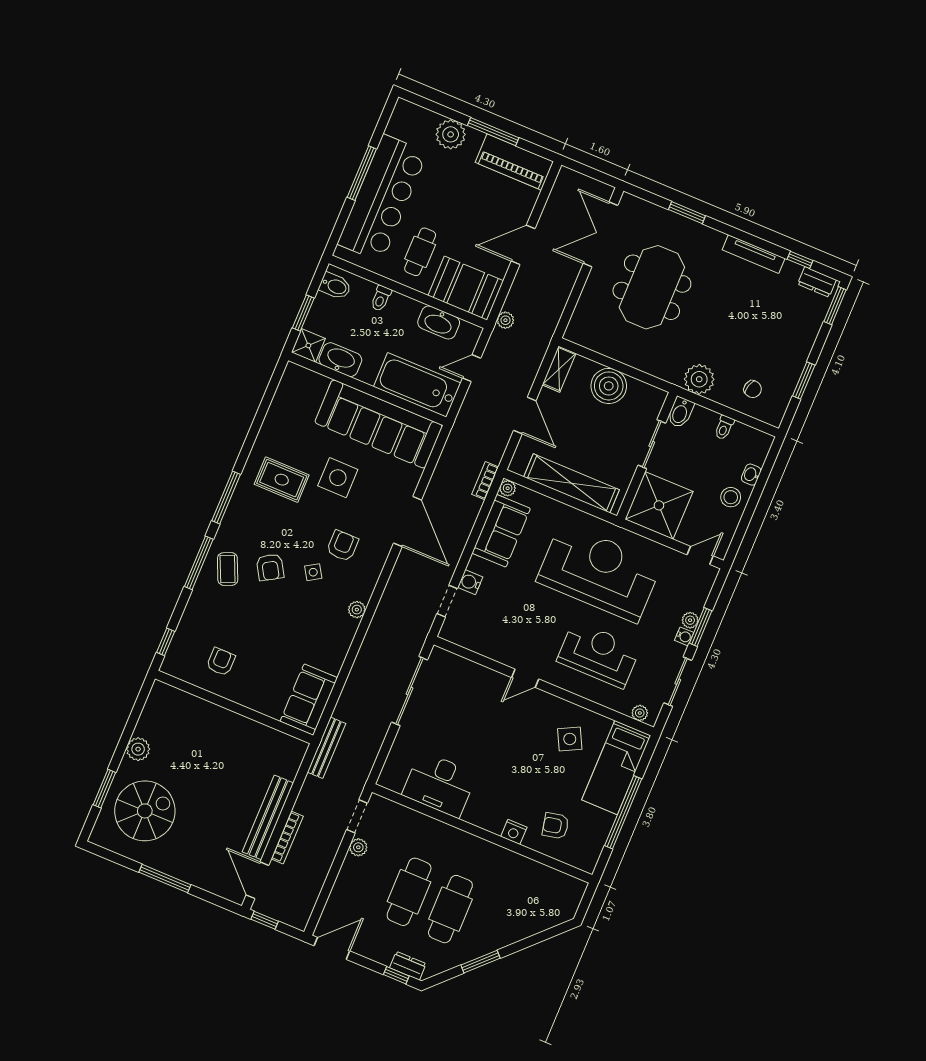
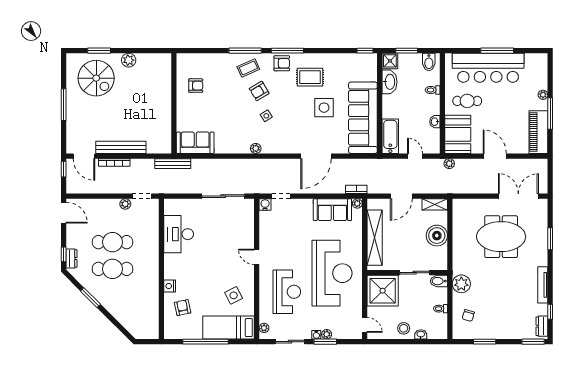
plant: (451, 134) -> (543, 95), width x0.53, depth x0.53
washbasin: (439, 323) -> (435, 122), width x0.52, depth x0.69
bathtub: (417, 385) -> (390, 136), width x0.73, depth x0.73
rug: (282, 480) -> (310, 77), turned 90
armchair: (342, 546) -> (282, 63), moved
water cooler: (470, 582) -> (265, 204), moved
window: (166, 642) -> (365, 51), moved
door: (257, 880) -> (84, 156), swing flipped

